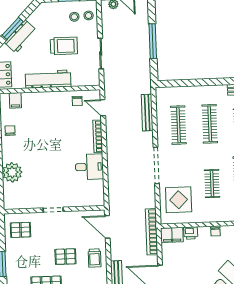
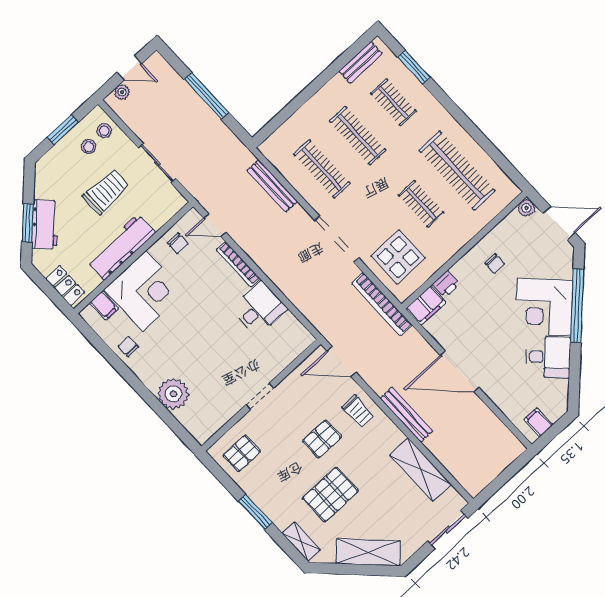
corner desk: (41, 110) -> (144, 291), added
bookcase: (152, 232) -> (382, 304), moved
chair: (215, 232) -> (495, 264), moved

